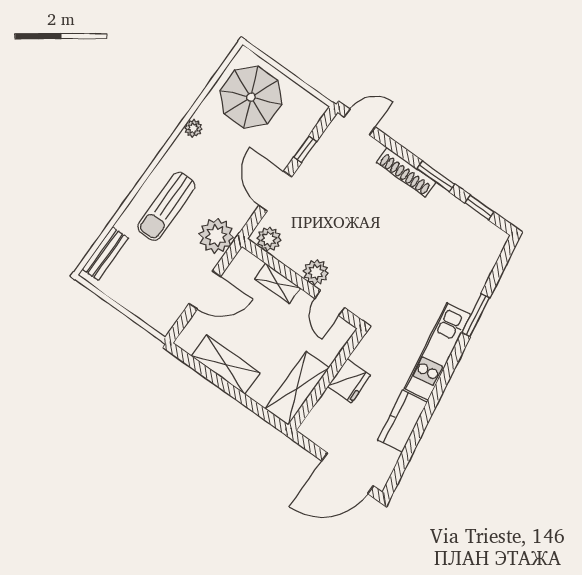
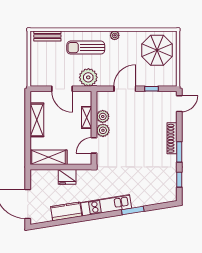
door: (360, 122) -> (179, 104), hinge flipped
plant: (193, 128) -> (115, 35), moved
plant: (269, 239) -> (103, 116), moved

